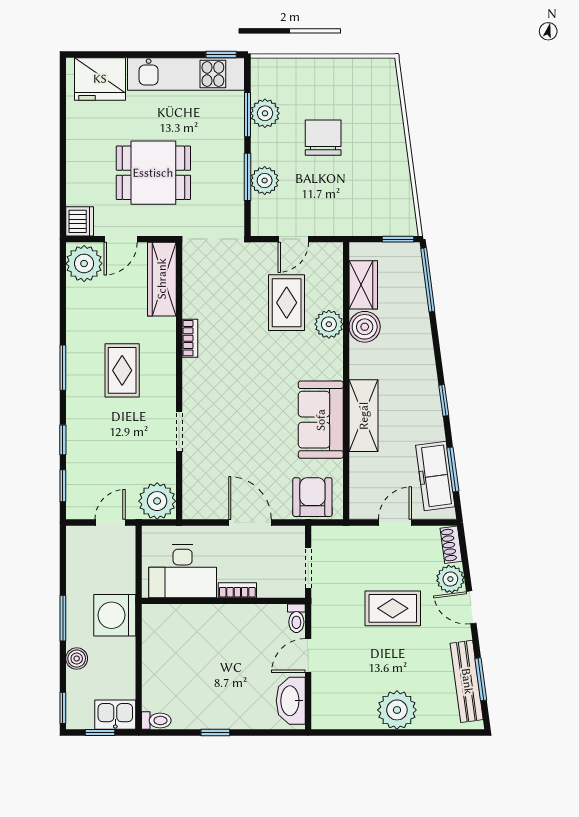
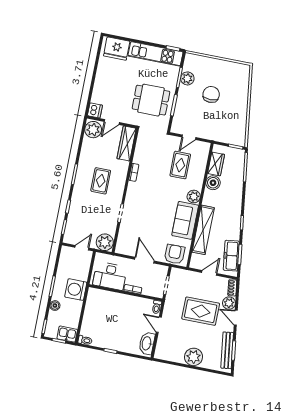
dining table: (153, 173) -> (151, 100), moved
plant: (265, 180) -> (181, 108), removed
plant: (329, 324) -> (194, 197), moved
shelving: (364, 416) -> (203, 230), width x1.47
rug: (393, 608) -> (201, 311), width x1.36, depth x1.43
door: (308, 656) -> (159, 325), hinge flipped

